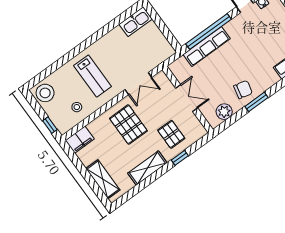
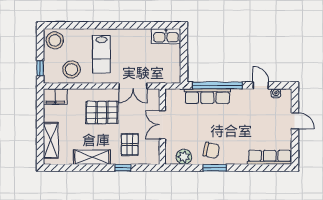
double door: (187, 98) -> (162, 125), swing flipped
stool: (77, 107) -> (71, 69), width x1.89, depth x1.89
pallet: (128, 125) -> (102, 112), turned 90

